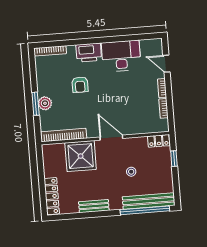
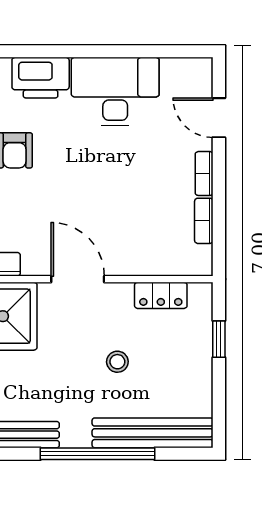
locker: (159, 141) -> (161, 295), moved
window: (145, 210) -> (97, 454), moved

